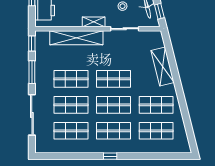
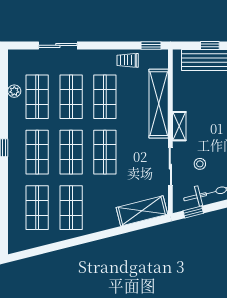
trolley: (43, 62) -> (128, 60), added
shelving: (163, 66) -> (142, 211), moved
window: (32, 72) -> (114, 45), removed
sliding door: (32, 115) -> (58, 45), width x0.73
plant: (67, 148) -> (14, 91), added

